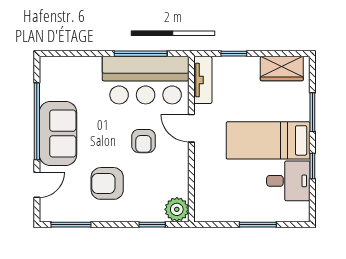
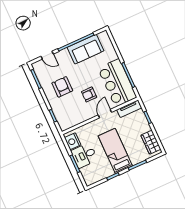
sofa: (58, 133) -> (86, 49), moved
desk: (288, 181) -> (84, 155), moved, turned 90
plant: (177, 209) -> (65, 124), removed
nightstand: (215, 210) -> (73, 141), added

